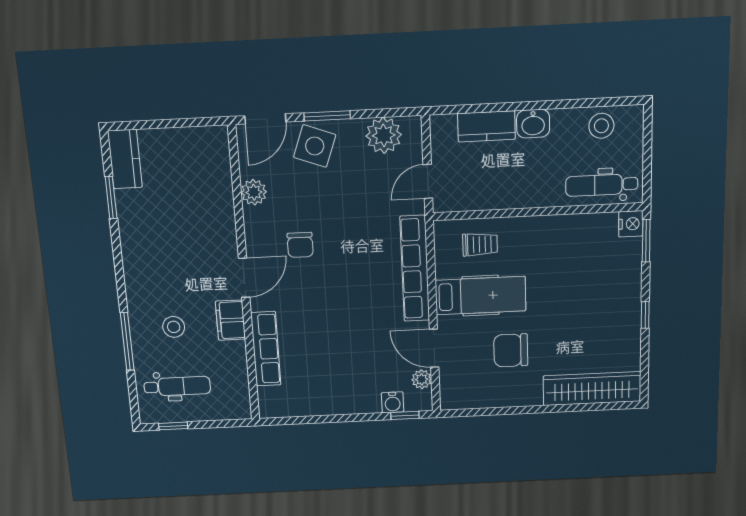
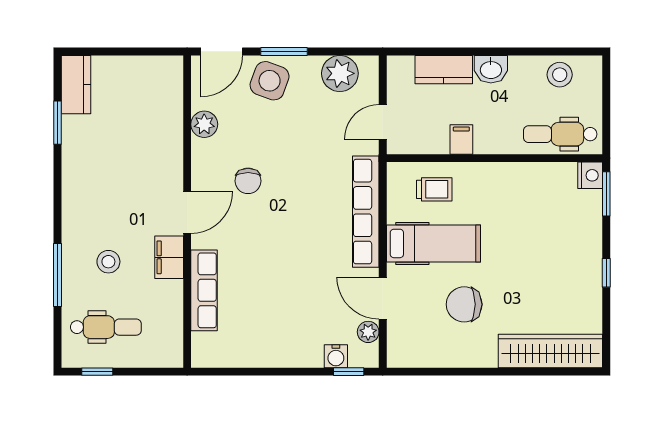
filing cabinet: (505, 195) -> (461, 139), added

